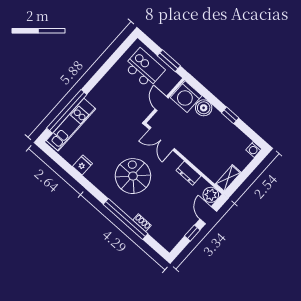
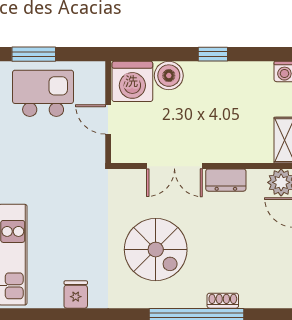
window: (169, 61) -> (34, 54), moved
double door: (162, 139) -> (174, 166), moved
spiral stairs: (133, 176) -> (156, 250), turned 180

